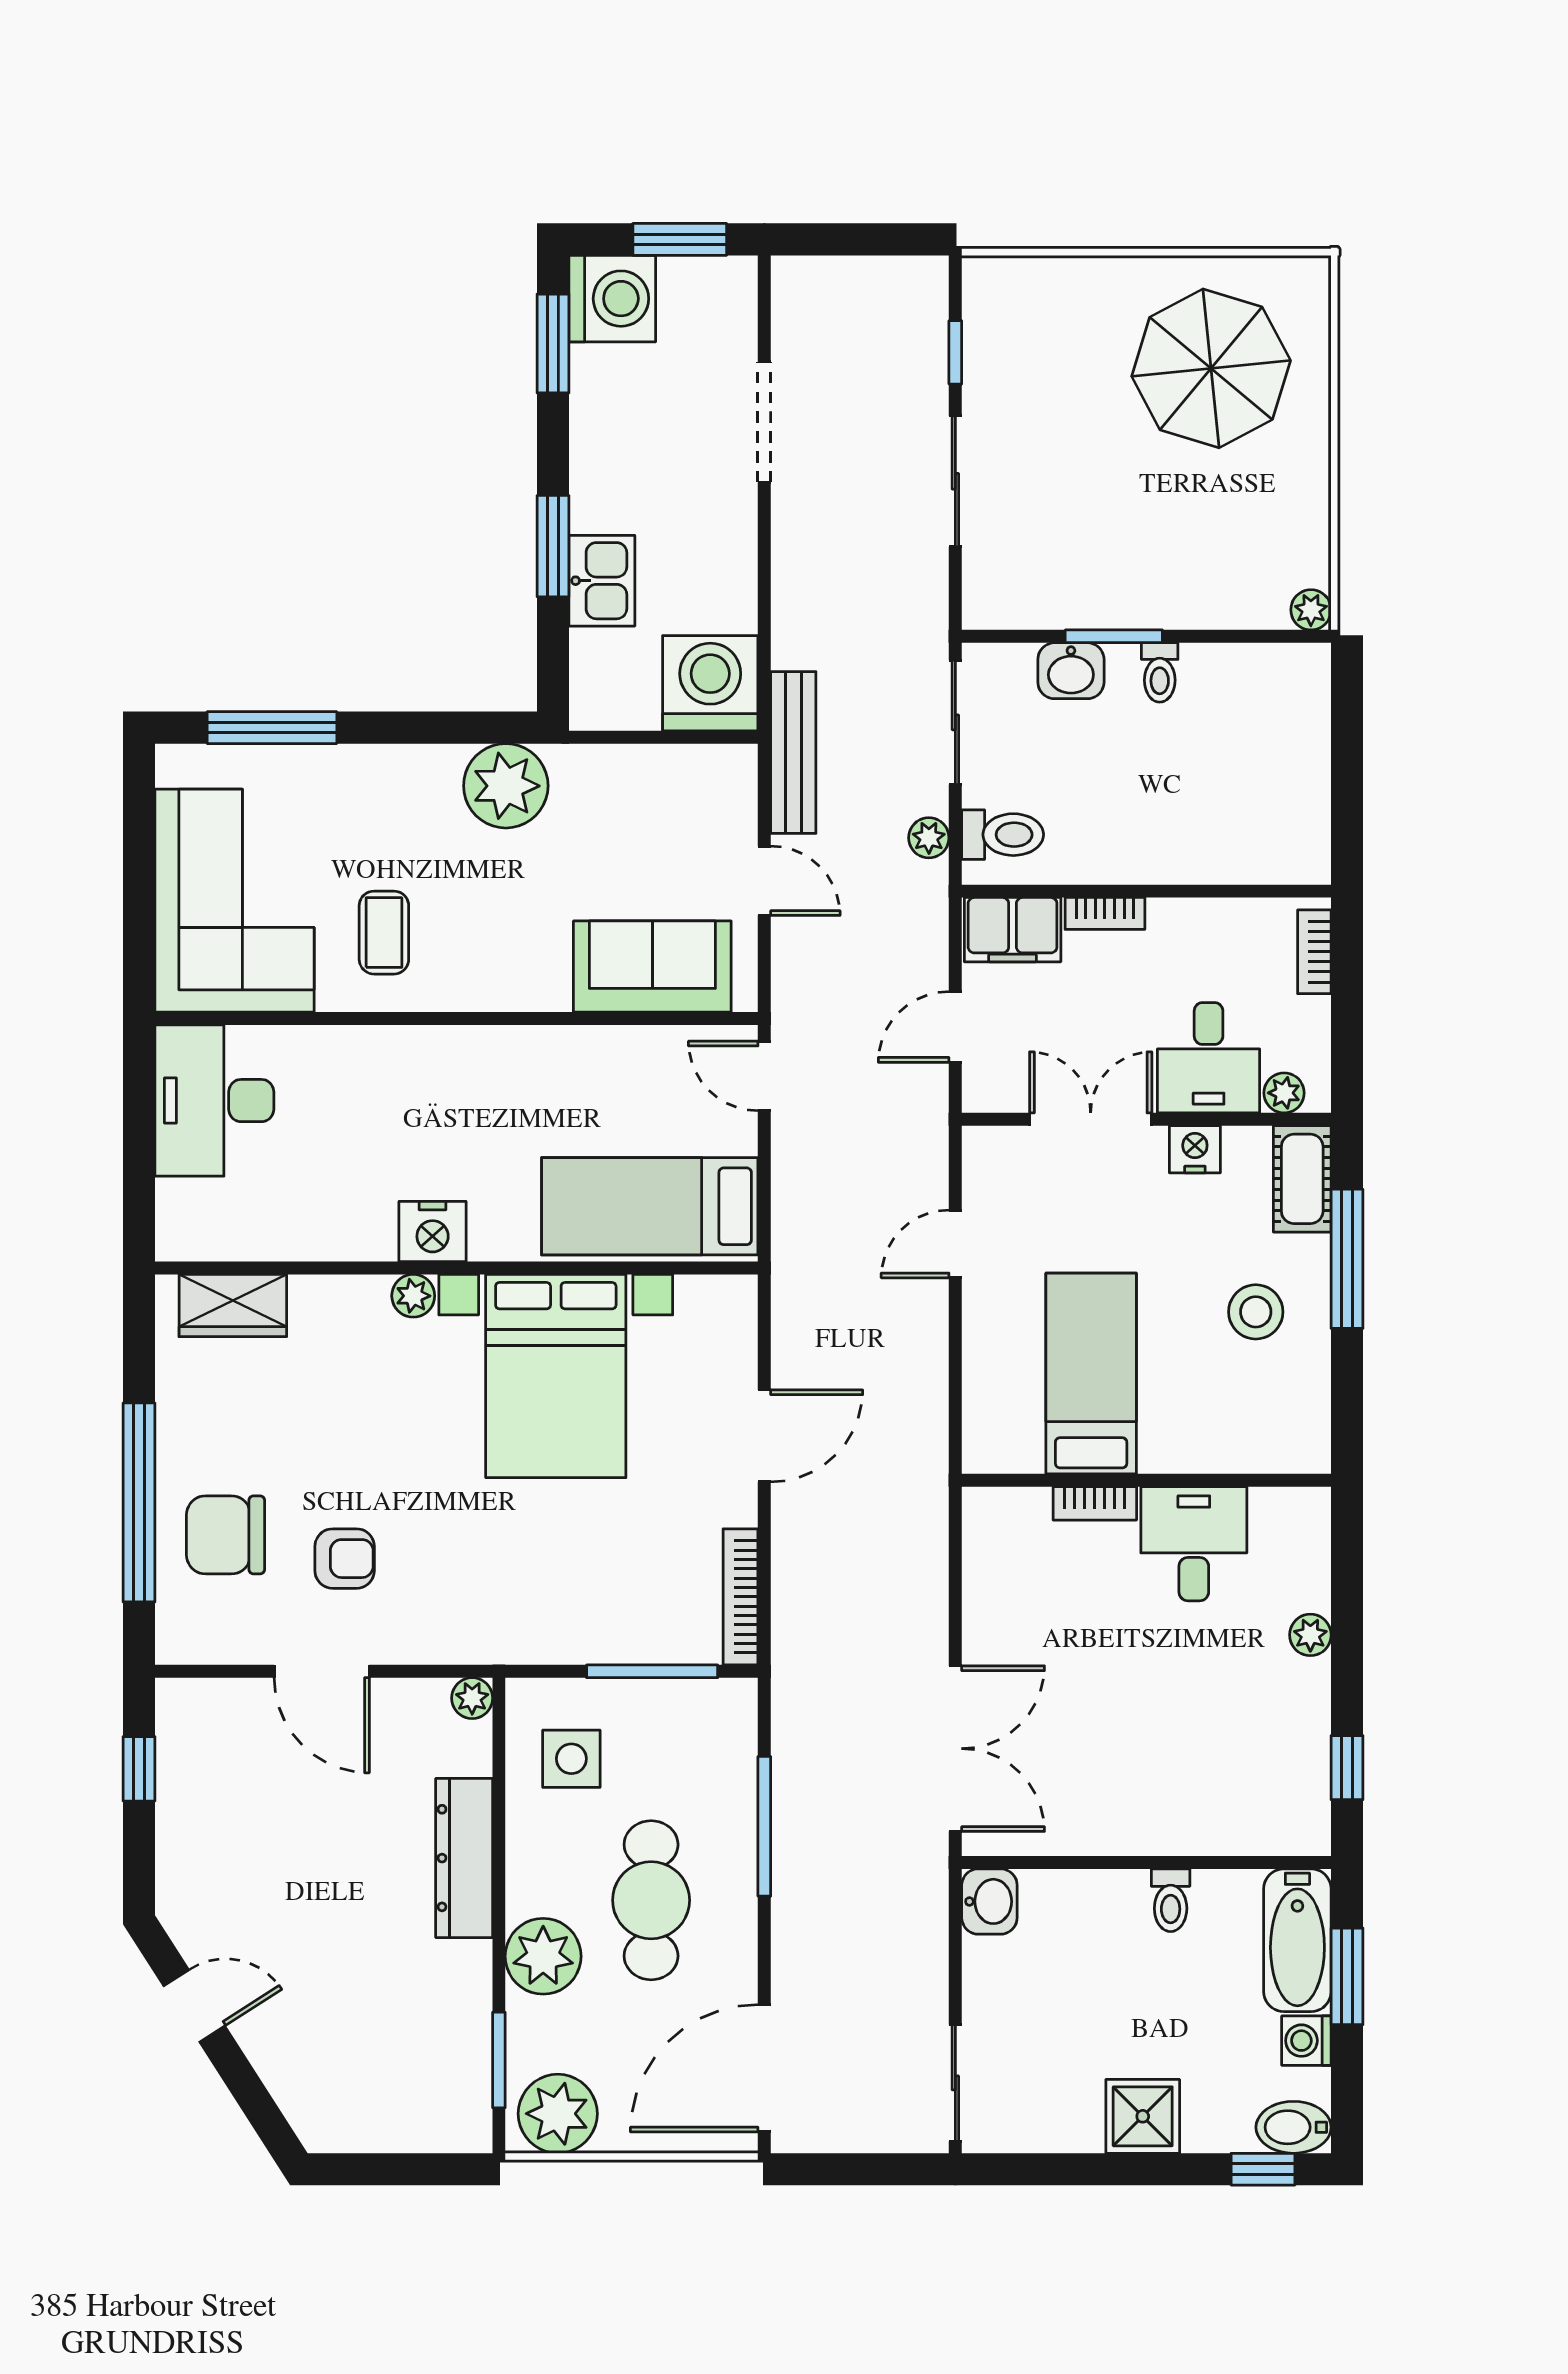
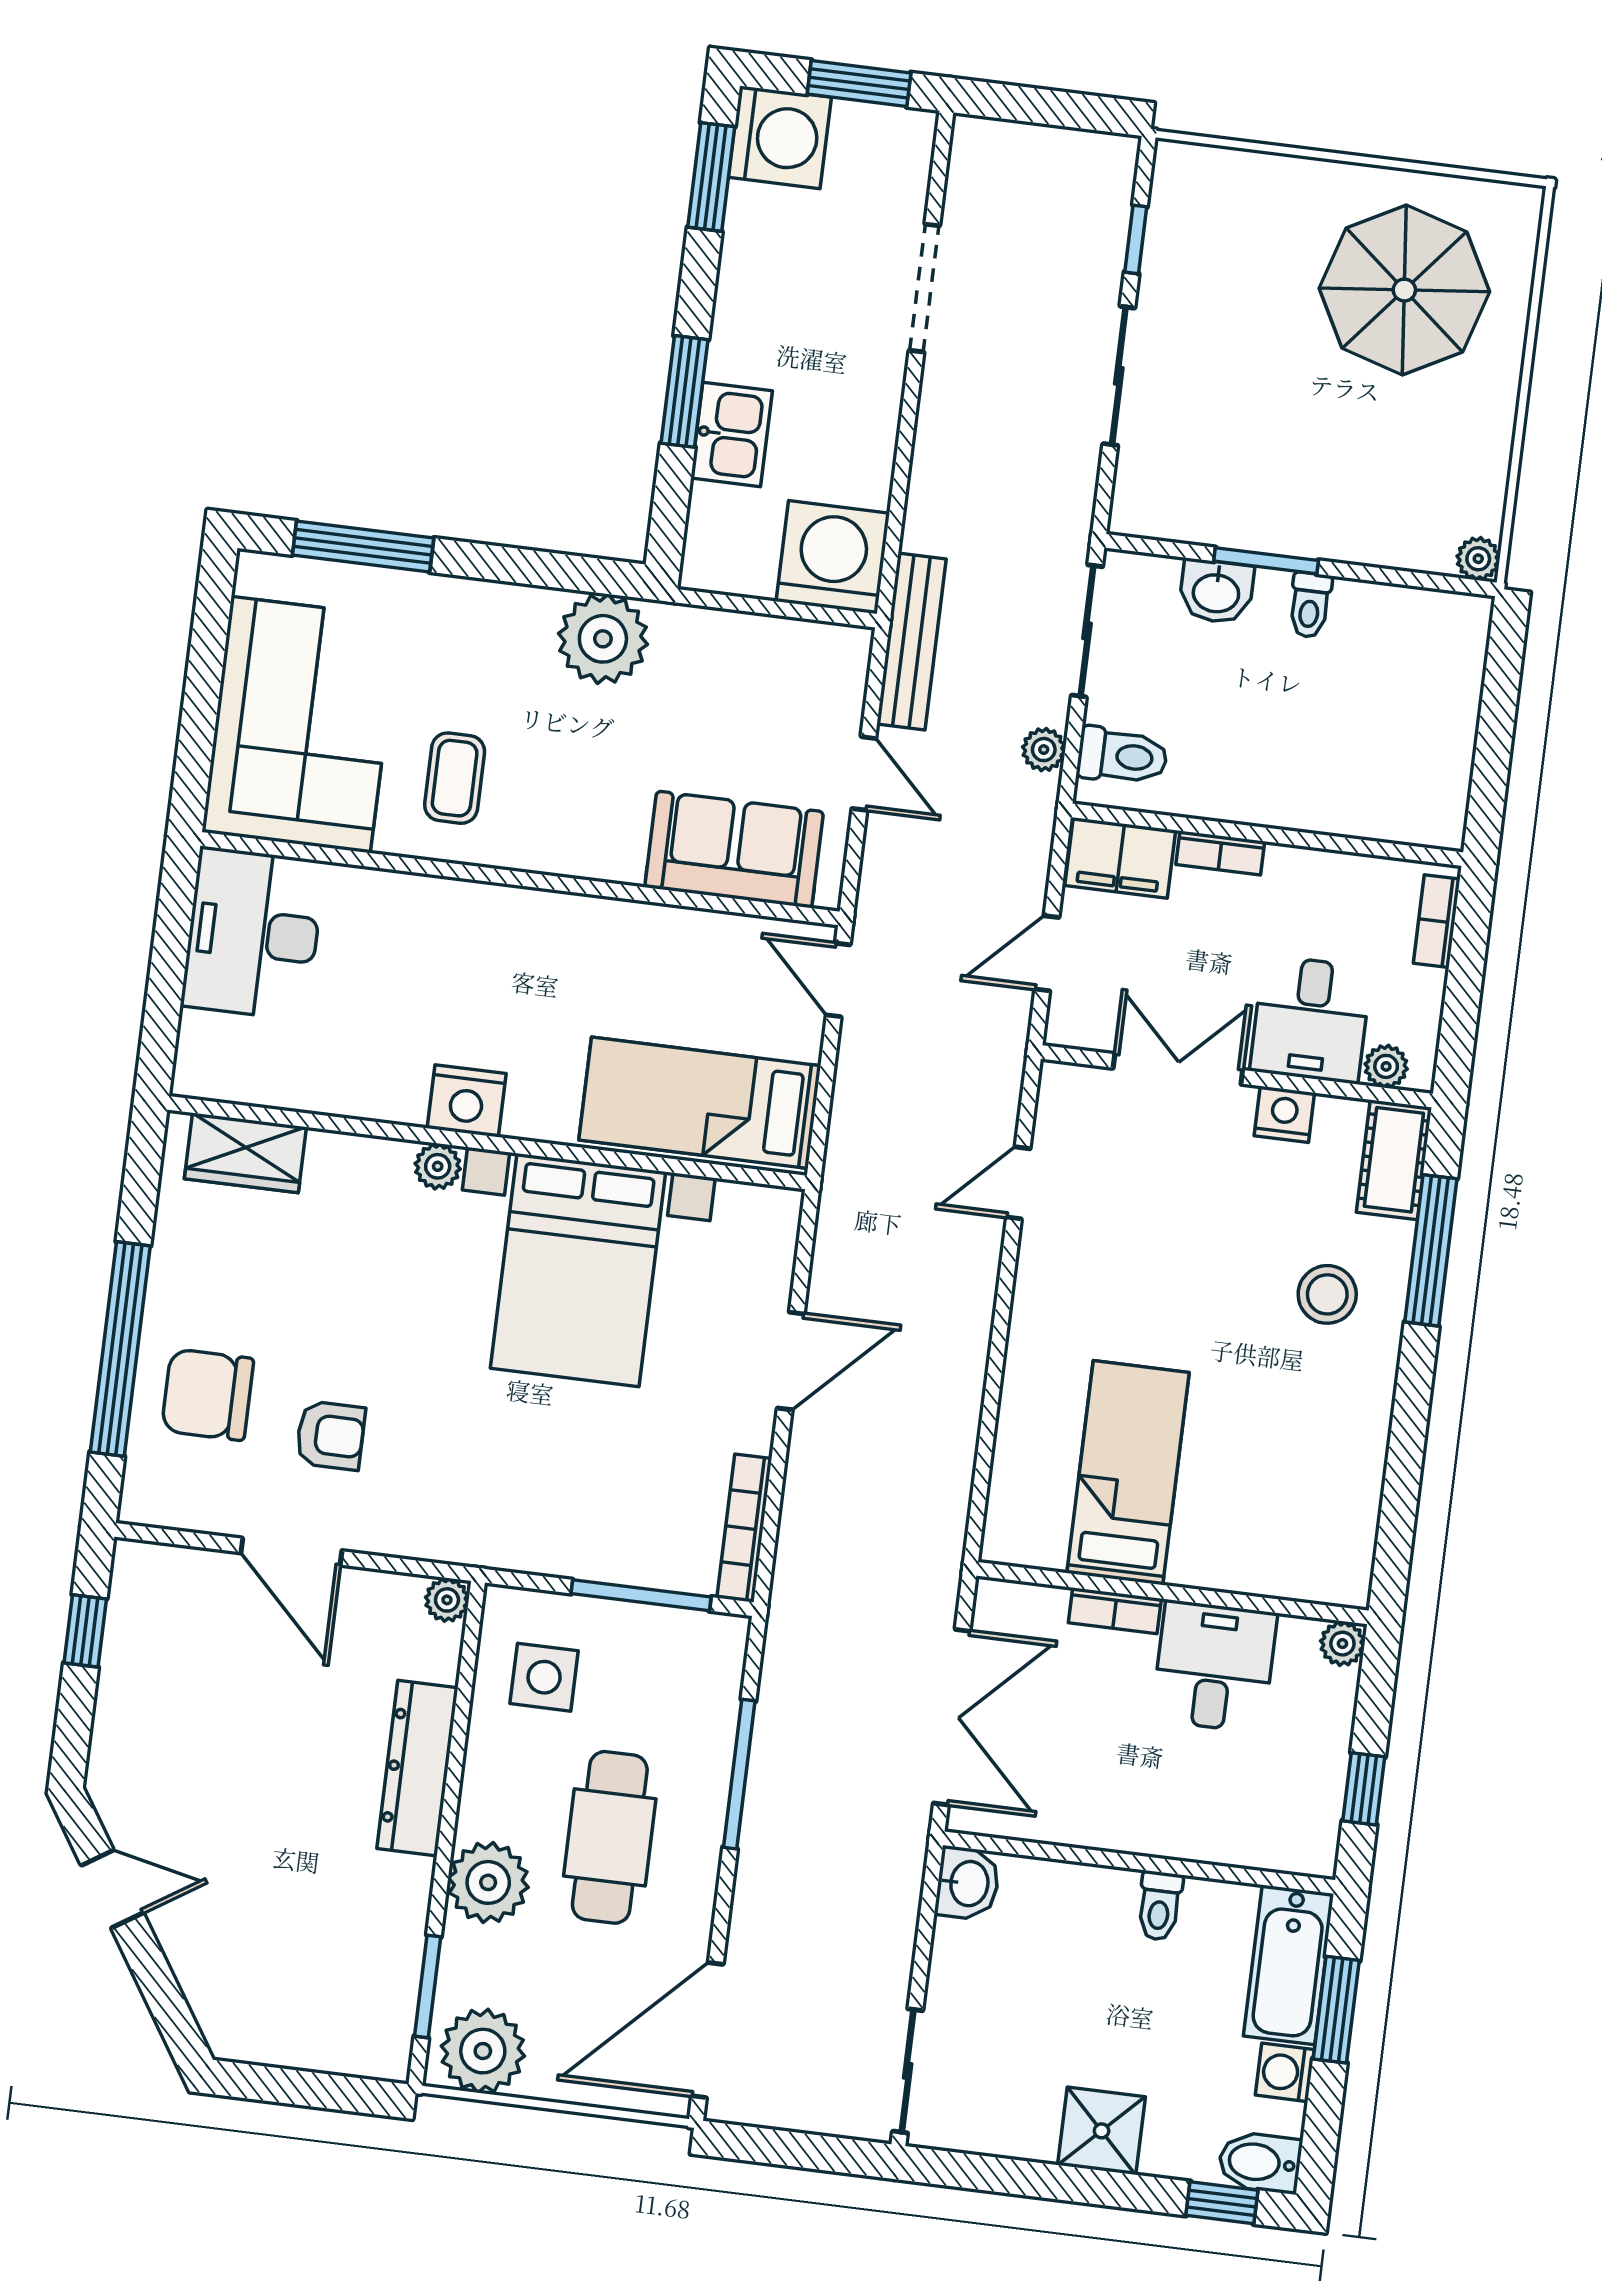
bed: (1091, 1373) -> (1128, 1473), moved
wall: (1146, 1480) -> (1173, 1593), moved
bookcase: (1095, 1503) -> (1115, 1611), moved
desk: (1194, 1544) -> (1214, 1666), moved

